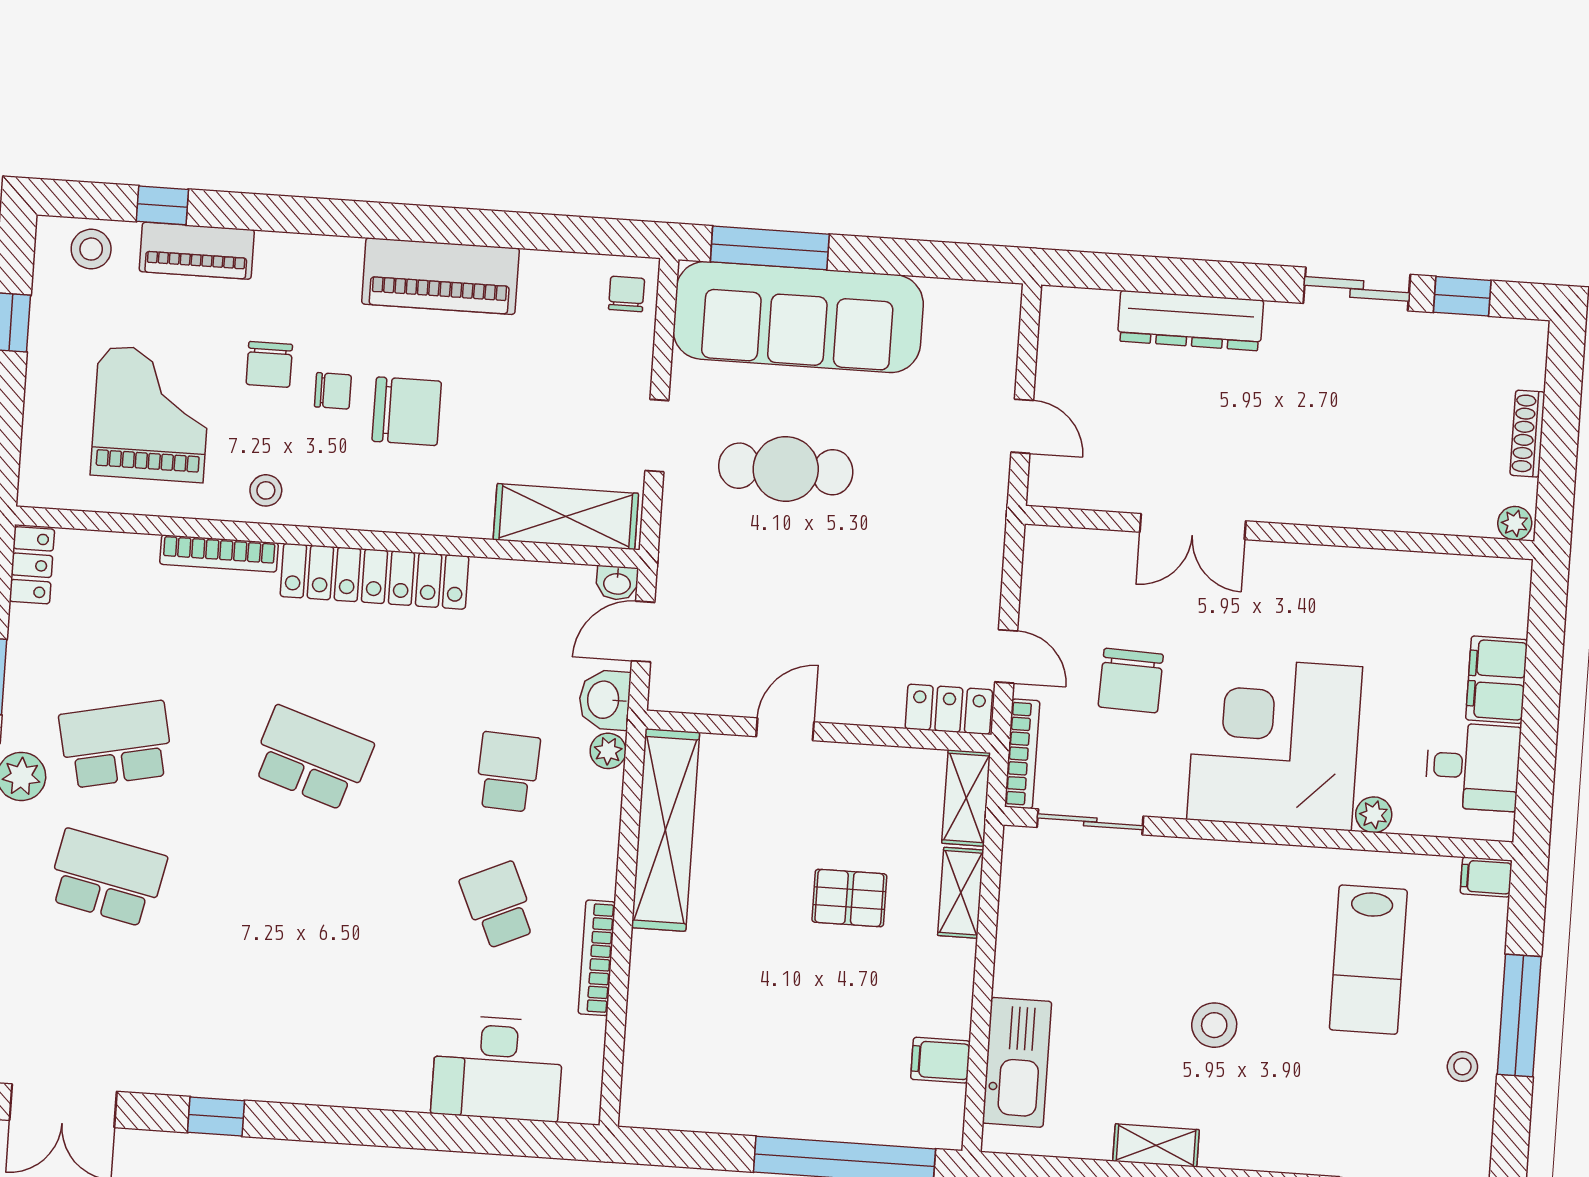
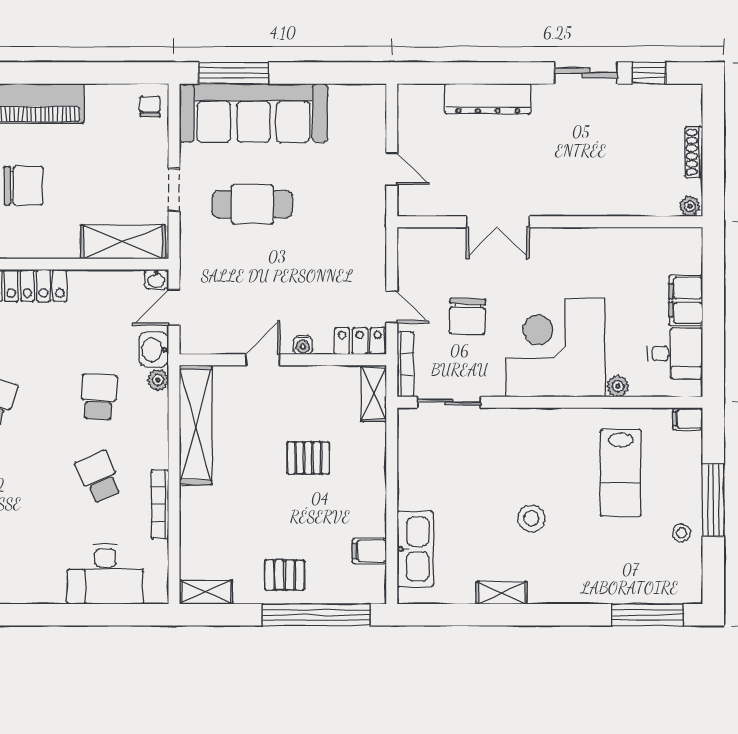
water cooler: (853, 709) -> (303, 345), added
shelving: (961, 893) -> (206, 592), moved, turned 90
pallet: (796, 1090) -> (285, 575), added

